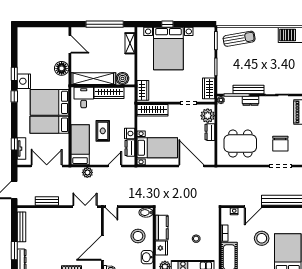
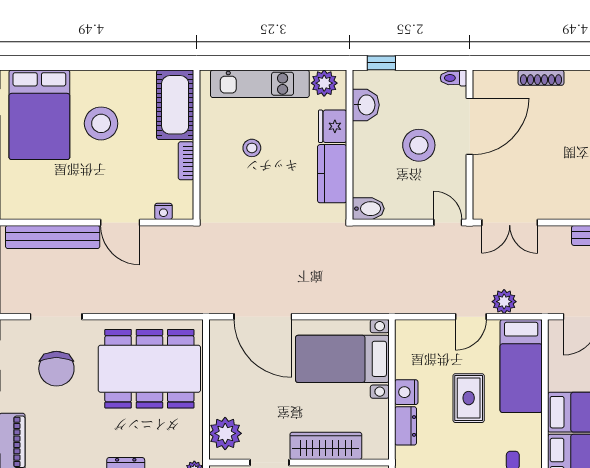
wardrobe: (152, 110) -> (326, 446), moved
dresser: (210, 132) -> (220, 395), removed
dining table: (240, 143) -> (149, 369), width x1.36, depth x1.24
chair: (280, 144) -> (56, 369), turned 180
dresser: (130, 148) -> (406, 426), moved
door: (115, 166) -> (471, 317), moved
door: (253, 207) -> (120, 222), swing flipped
stool: (138, 236) -> (419, 145), moved
stool: (262, 238) -> (101, 123), moved

